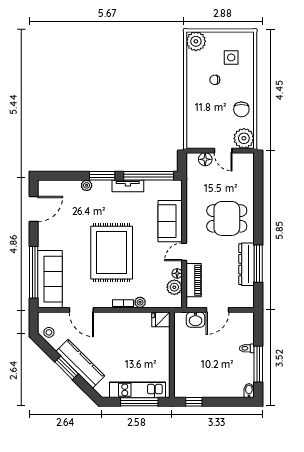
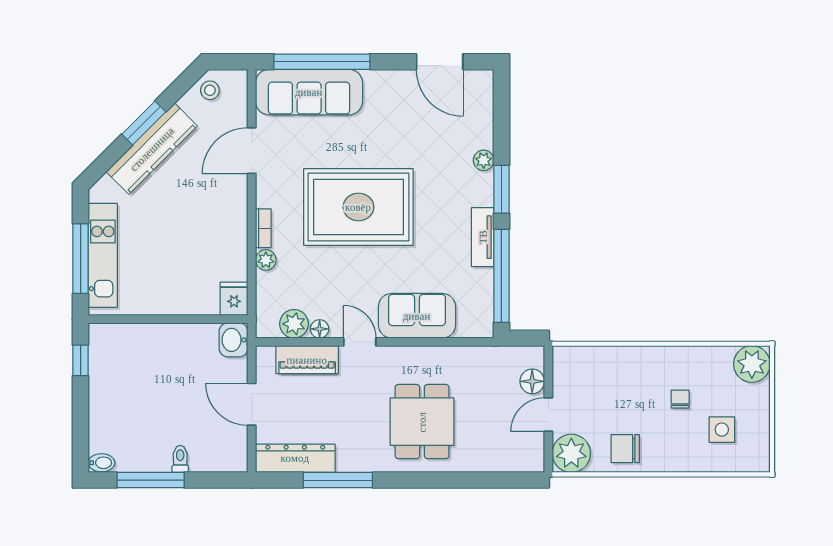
dresser: (247, 264) -> (295, 458), moved
washbasin: (195, 320) -> (234, 340), moved

